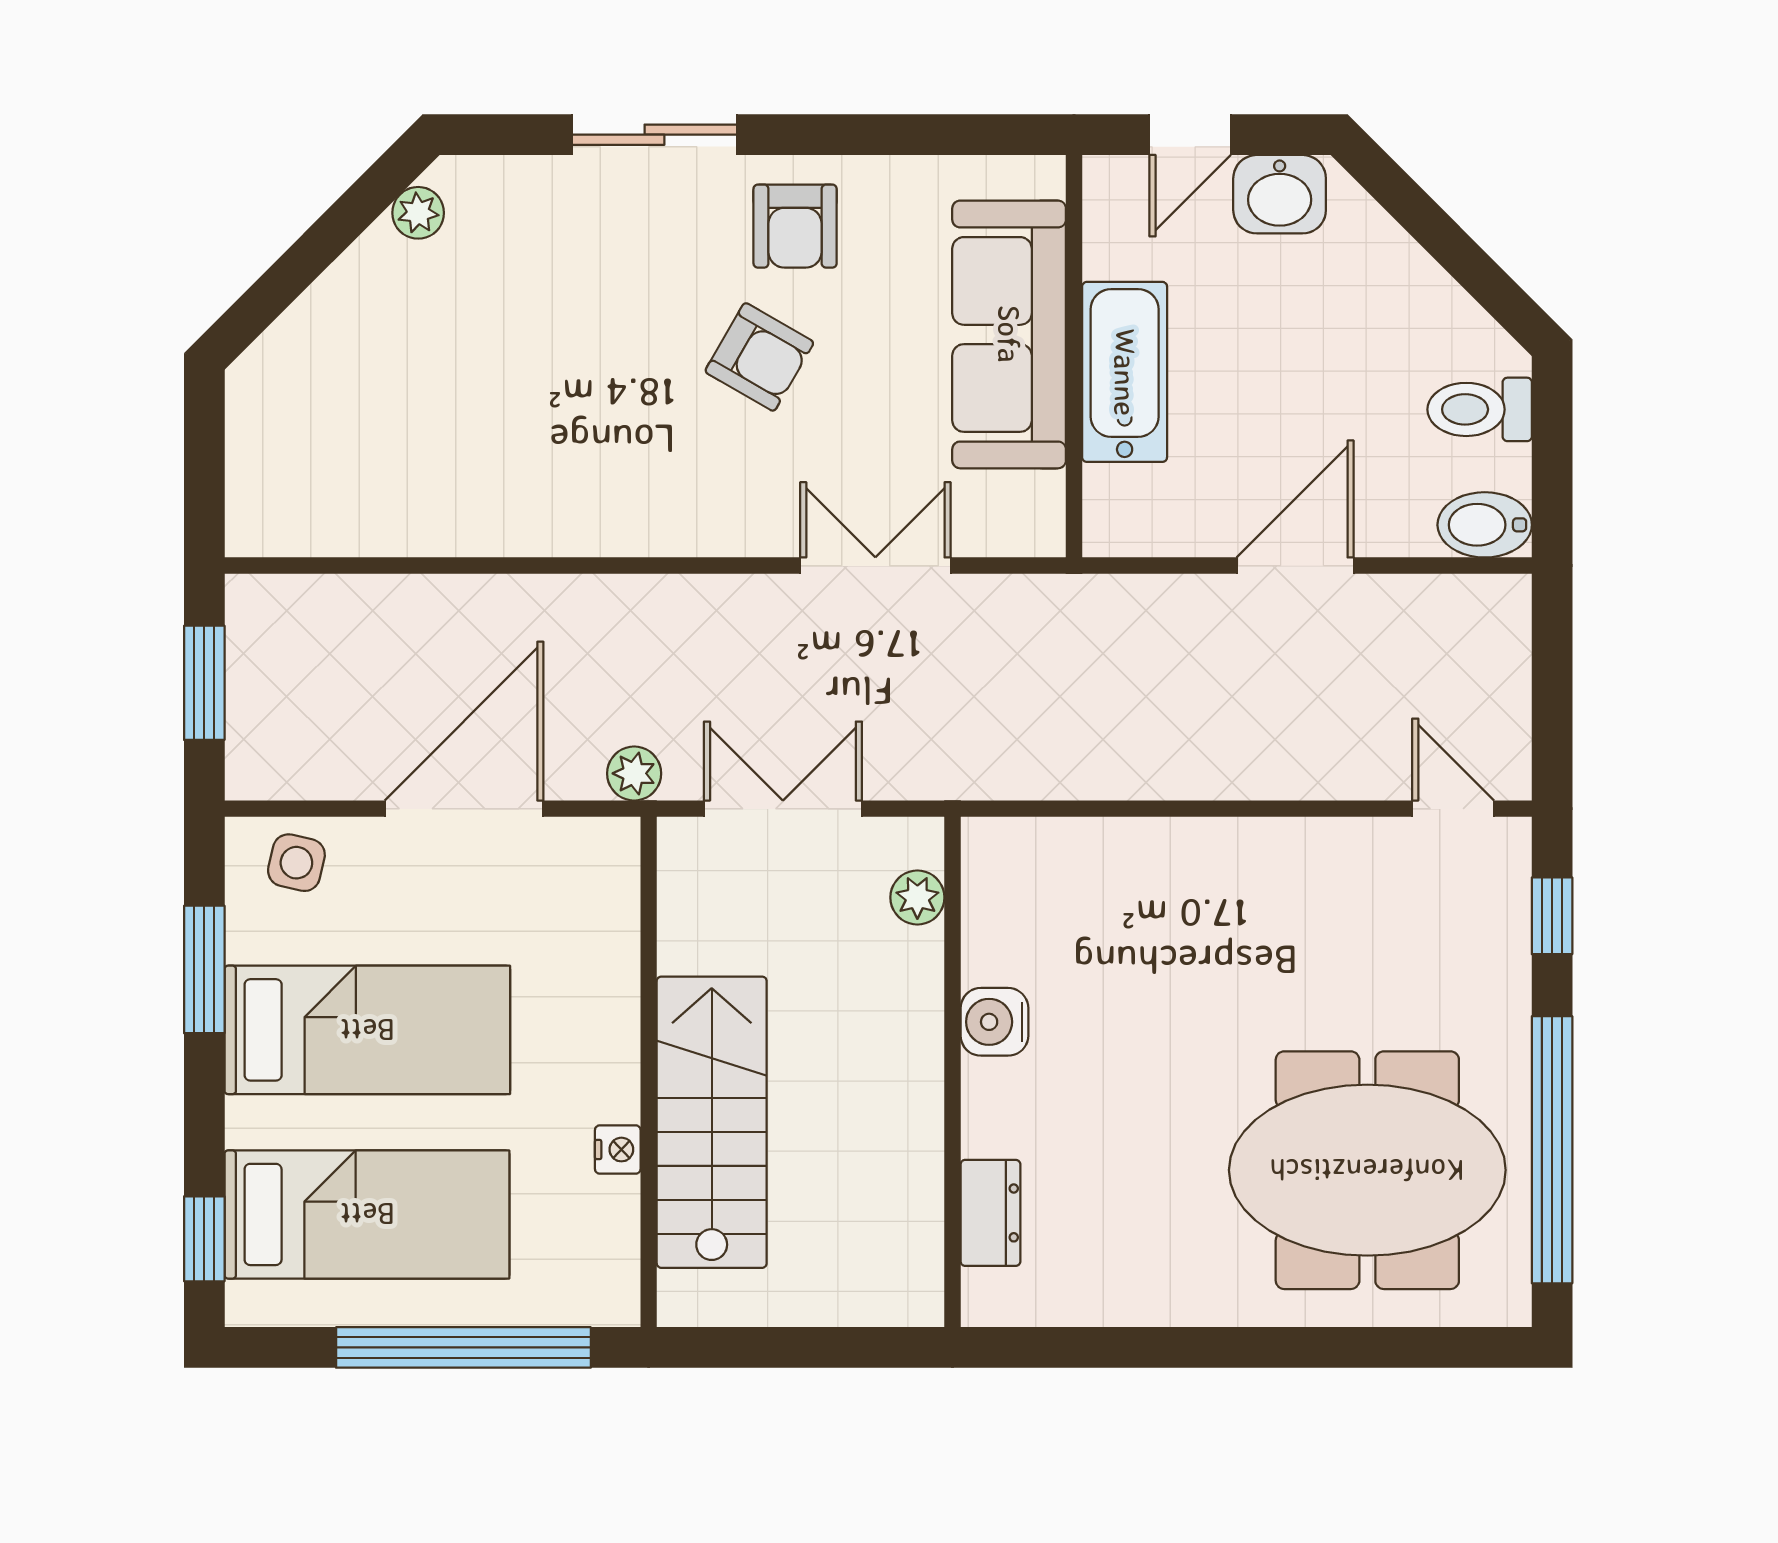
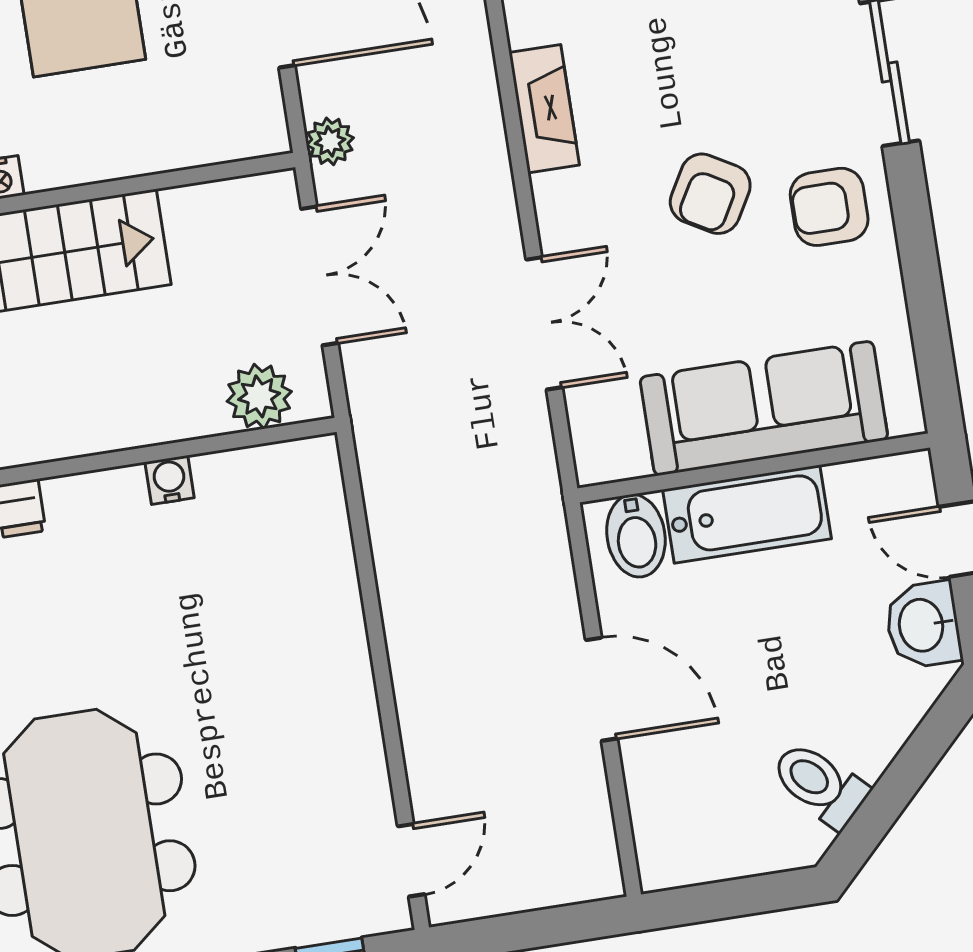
toilet: (1480, 409) -> (820, 784), moved, turned -45
bidet: (1485, 525) -> (636, 536), moved, turned 180
fireplace: (635, 528) -> (544, 109), added
plant: (917, 897) -> (259, 396), width x1.38, depth x1.38
water cooler: (994, 1022) -> (170, 480), width x0.72, depth x0.72

